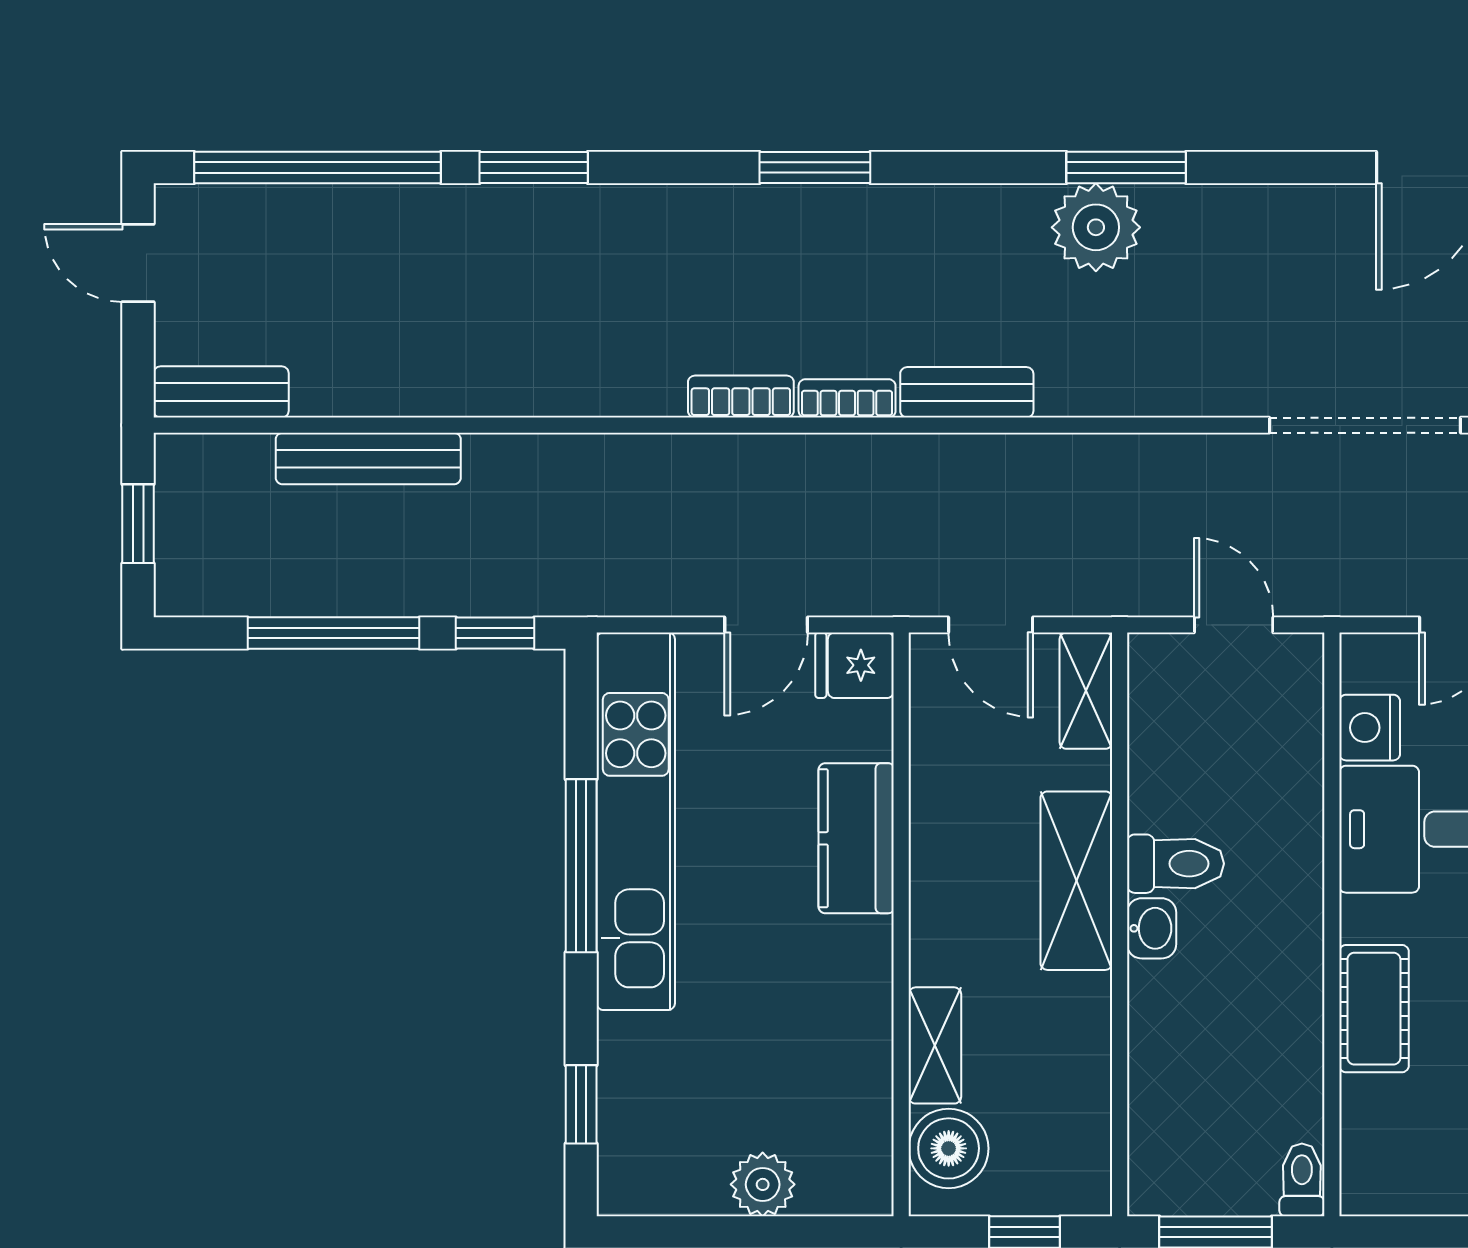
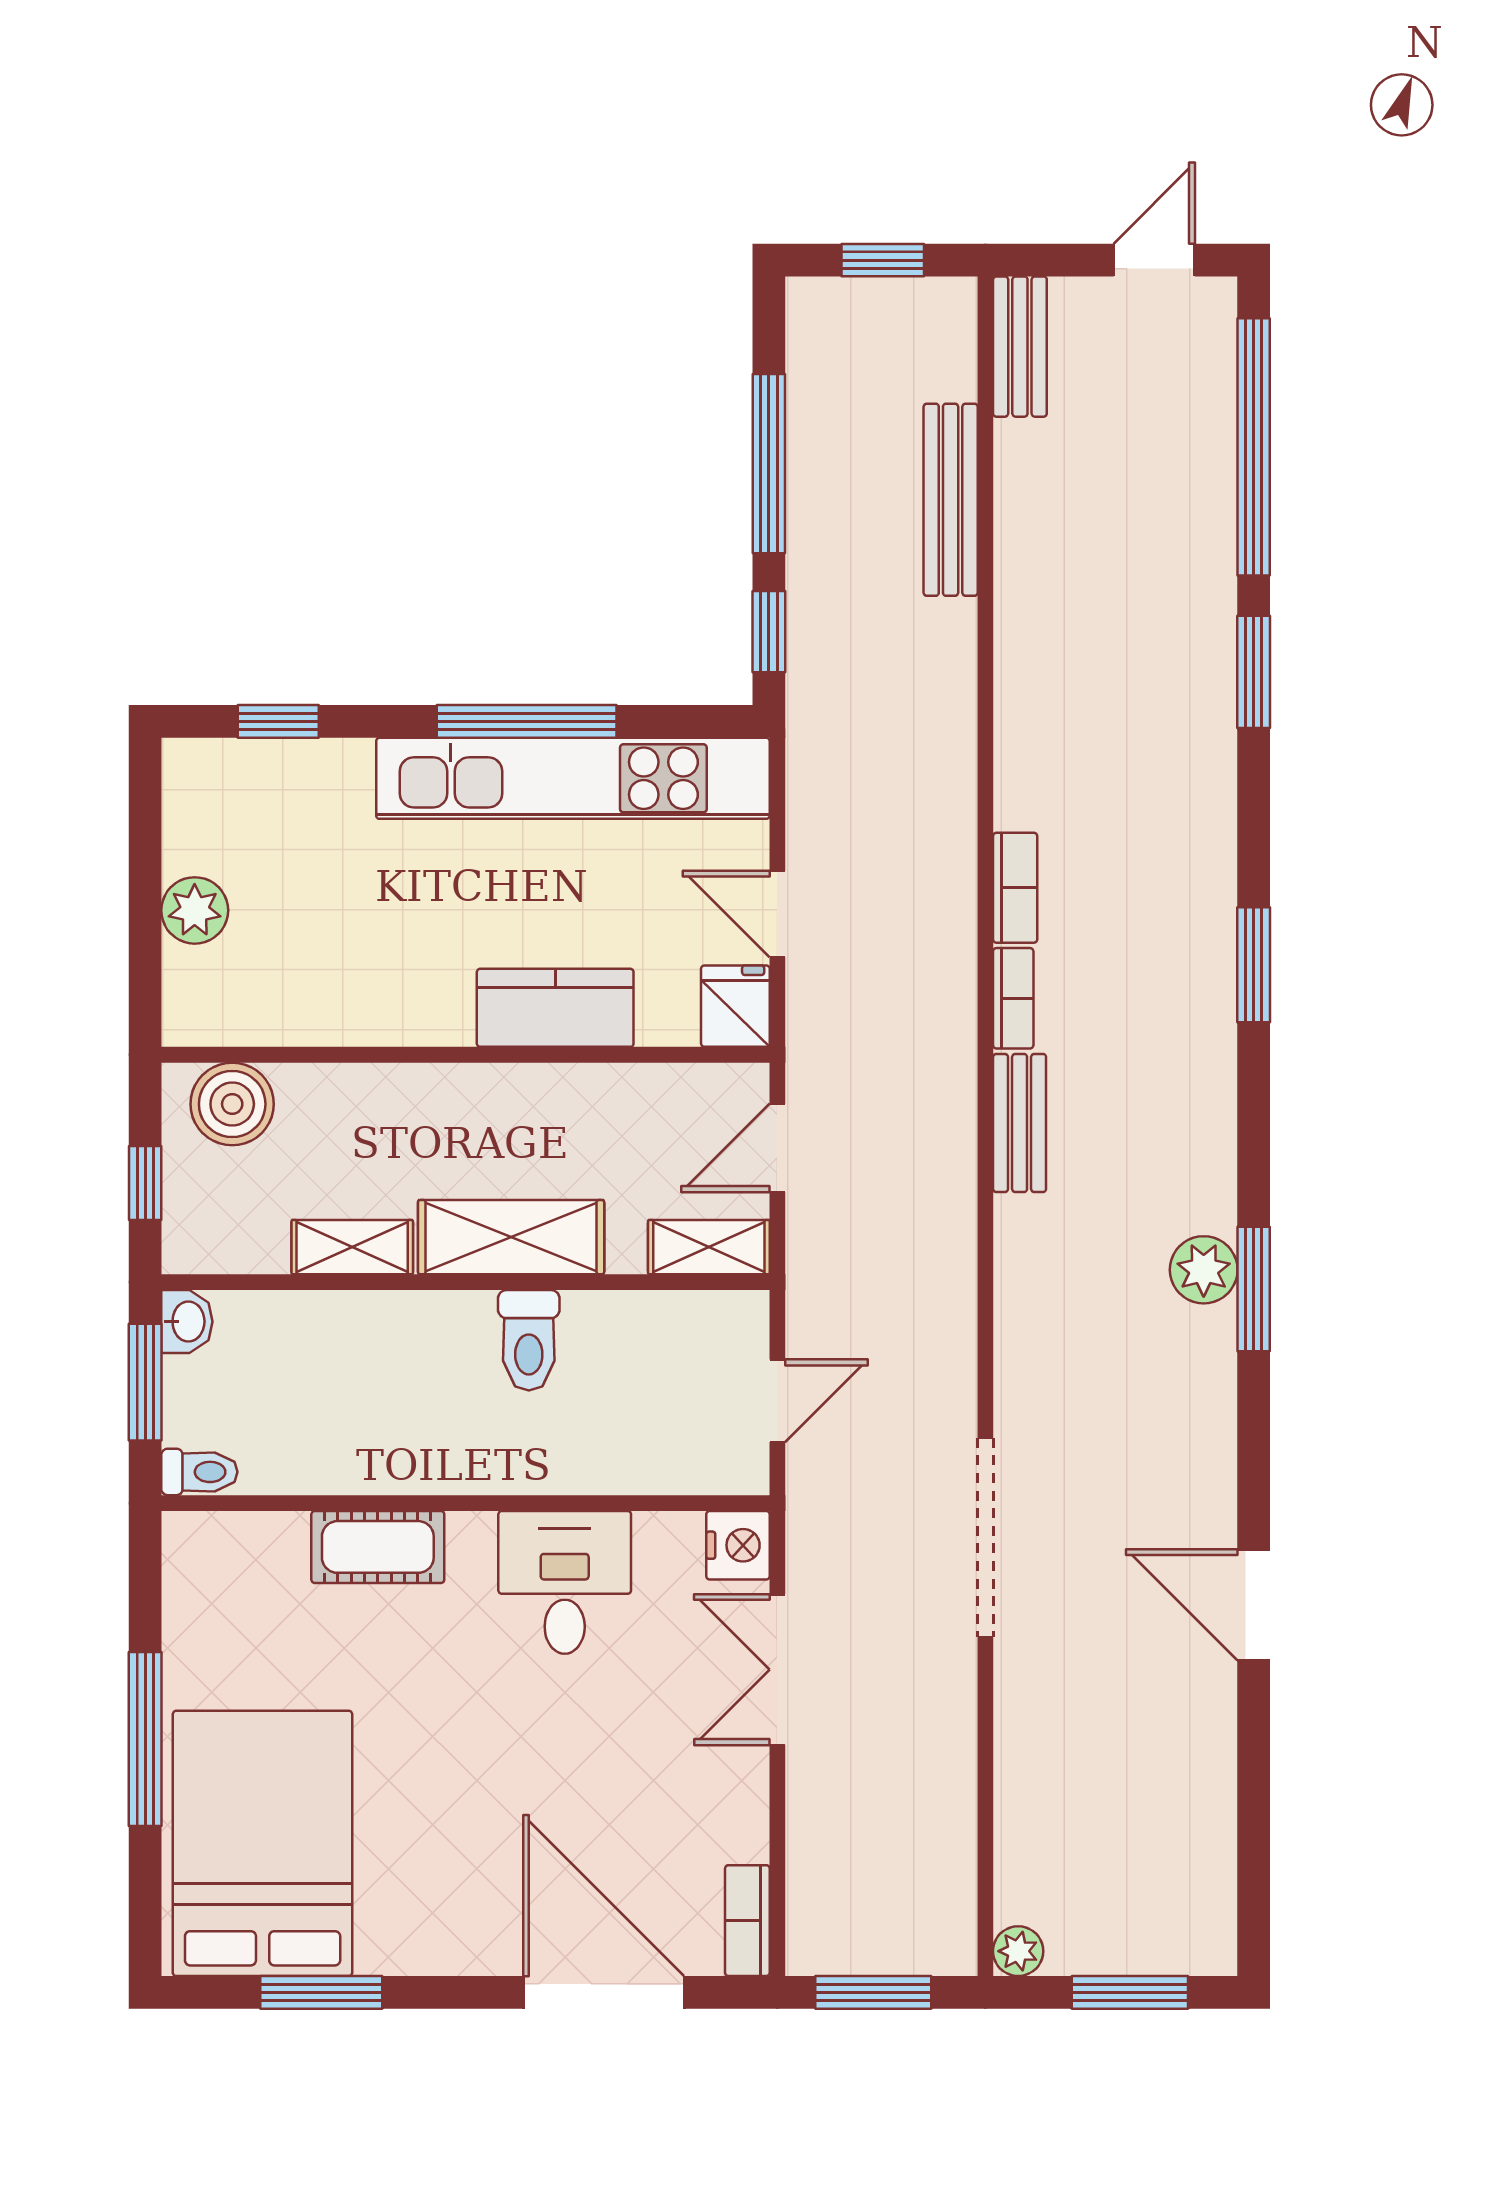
plant: (1096, 227) -> (1204, 1270), width x0.73, depth x0.73
nightstand: (1370, 728) -> (738, 1545), moved, turned 90
washbasin: (1152, 928) -> (187, 1322), moved, turned -90
shelving: (935, 1045) -> (352, 1247), moved

